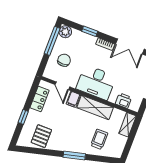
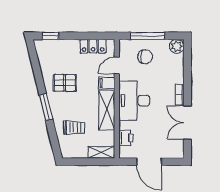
window: (90, 31) -> (187, 73), removed
window: (52, 41) -> (147, 36), moved
window: (23, 117) -> (50, 36), moved
pallet: (41, 136) -> (65, 83), moved

